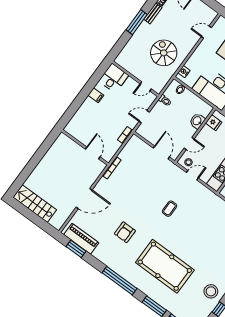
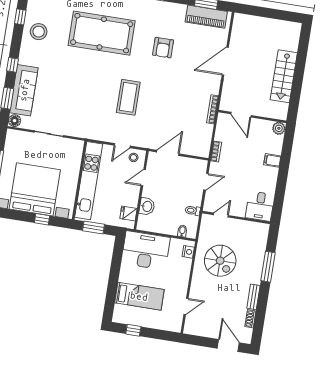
window: (137, 22) -> (268, 267), moved
filing cabinet: (96, 95) -> (272, 160), moved
plant: (70, 129) -> (279, 128), added
door: (161, 152) -> (168, 153), swing flipped
stairs: (35, 204) -> (284, 76), moved, turned 90
coffee table: (169, 209) -> (128, 97), width x1.86, depth x1.72
armchair: (125, 232) -> (163, 48), turned 180

